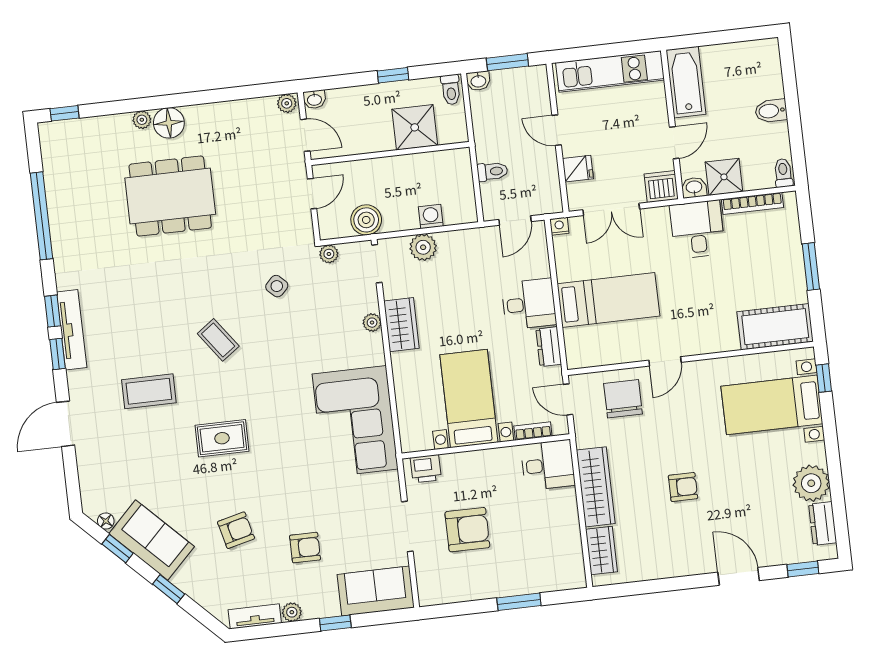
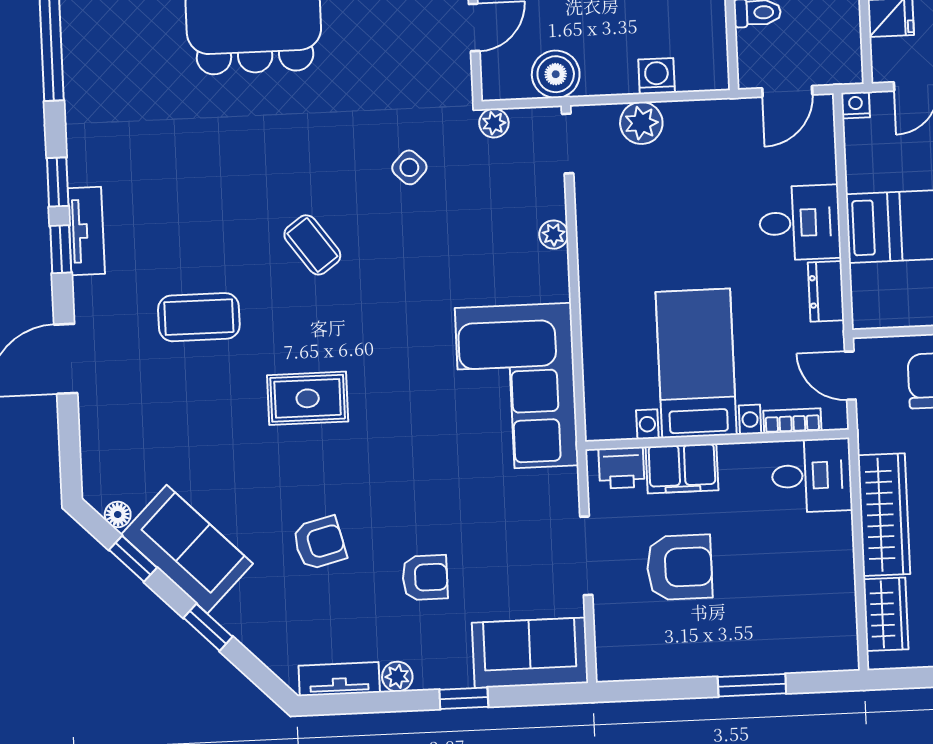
wardrobe: (401, 325) -> (599, 241), removed
tv unit: (72, 330) -> (86, 231), width x0.71
filing cabinet: (465, 466) -> (682, 468), added

